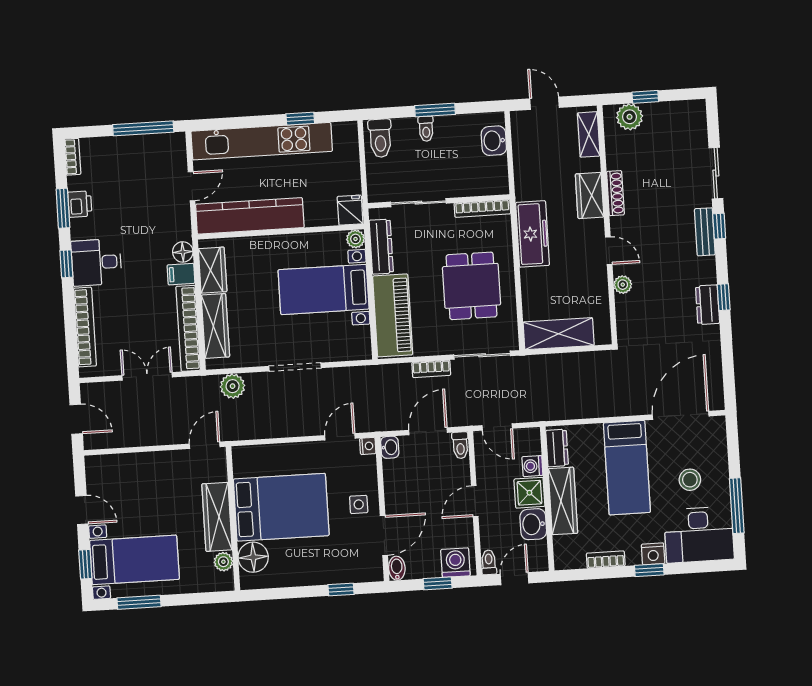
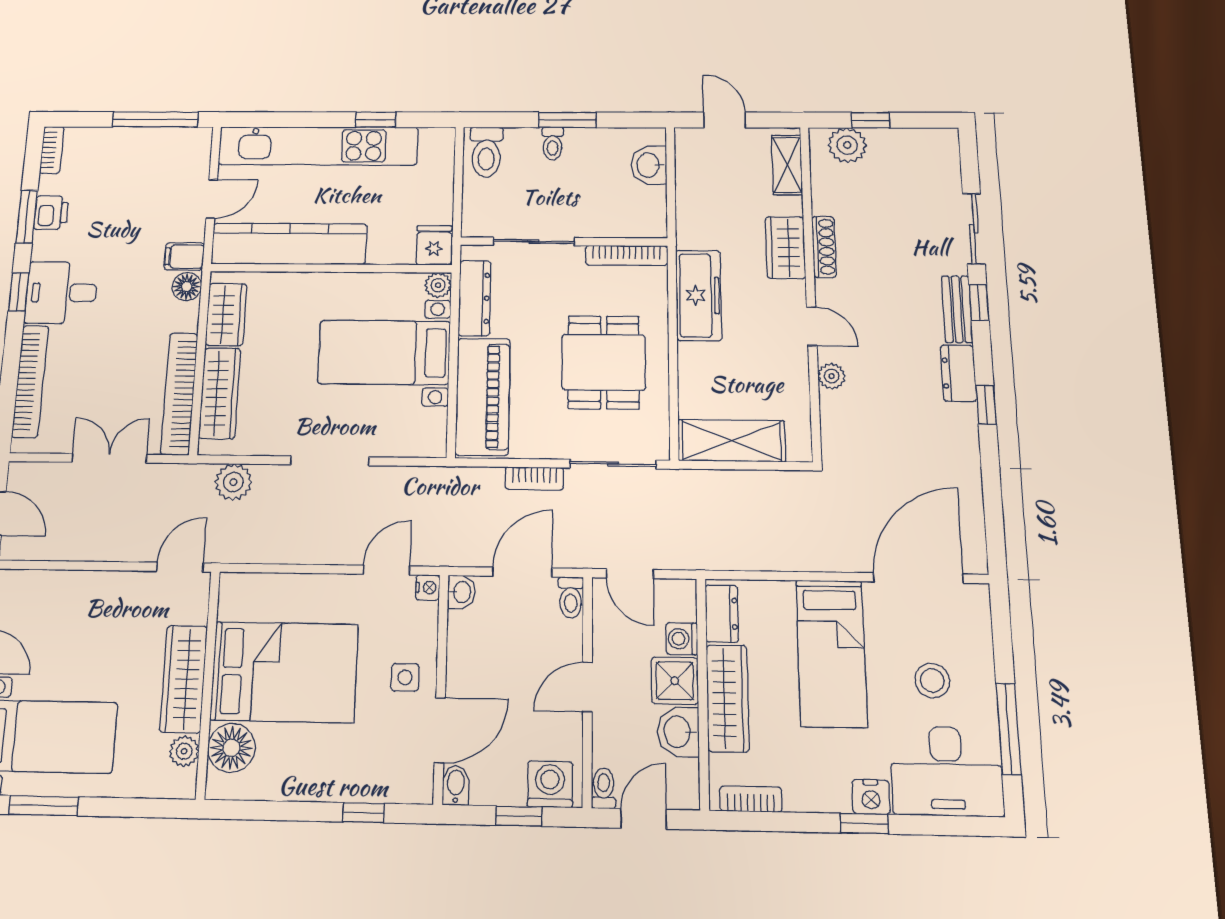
filing cabinet: (181, 274) -> (184, 256), moved
dresser: (708, 305) -> (958, 373), moved
bookcase: (606, 560) -> (751, 799), moved

